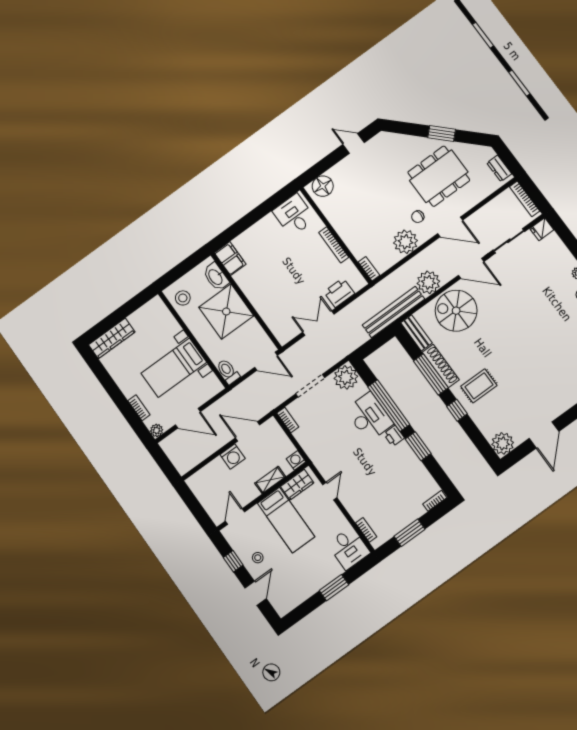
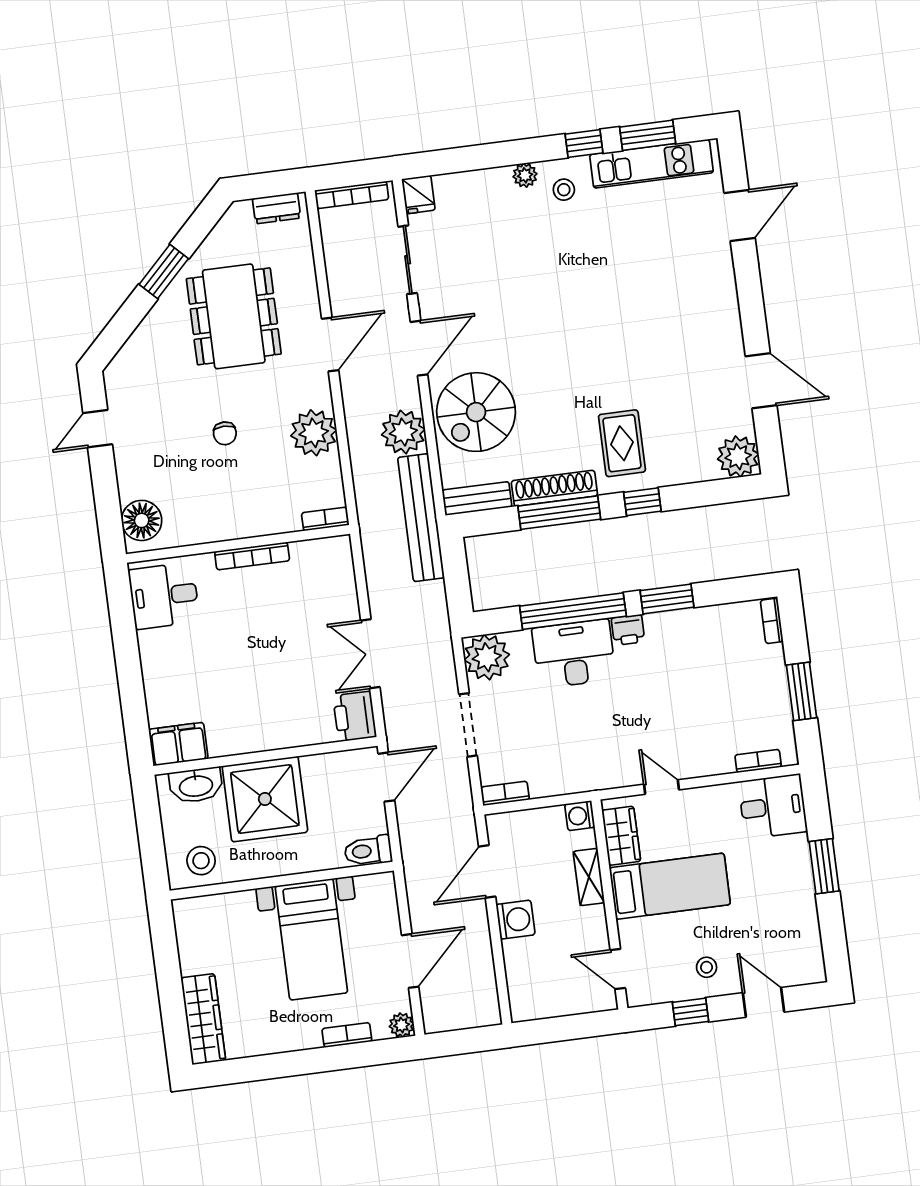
chair: (418, 217) -> (225, 433), moved
printer: (339, 293) -> (355, 716), moved

